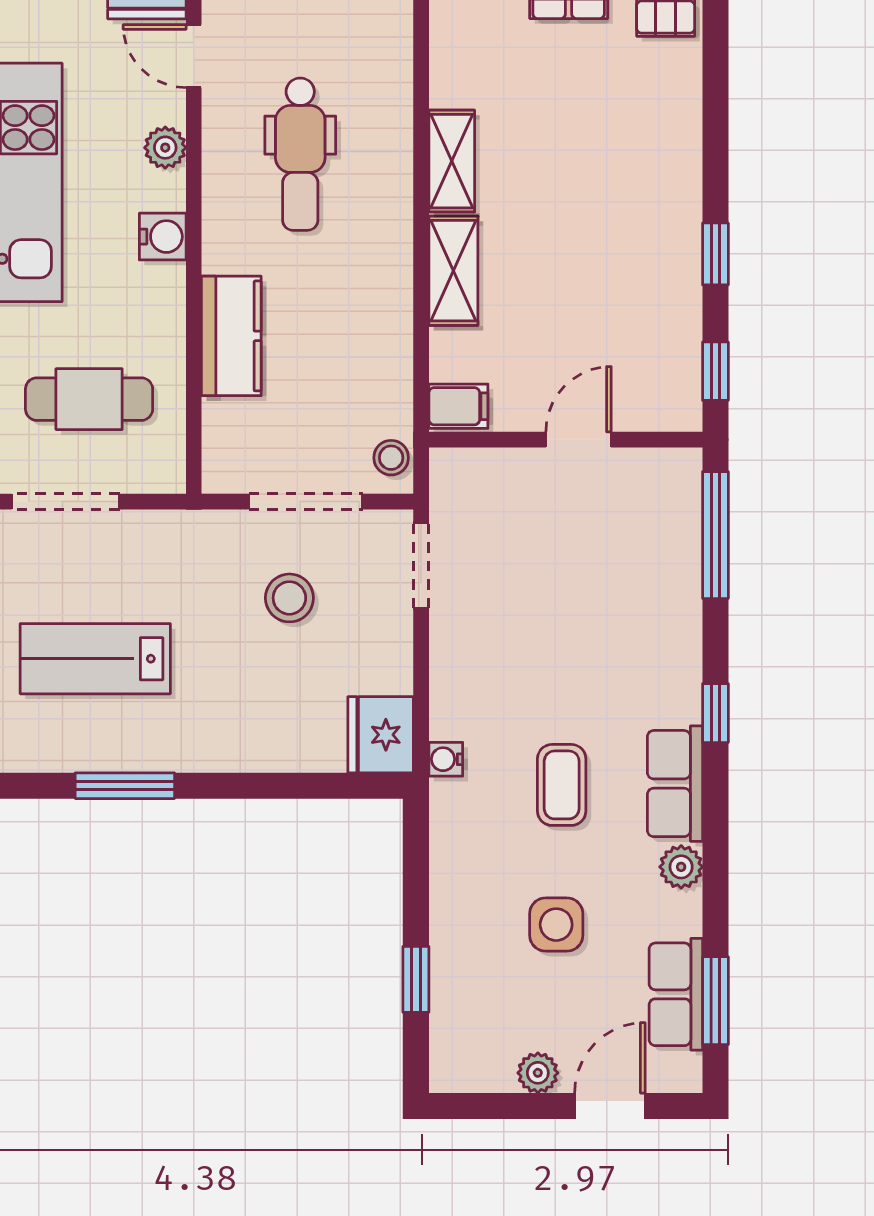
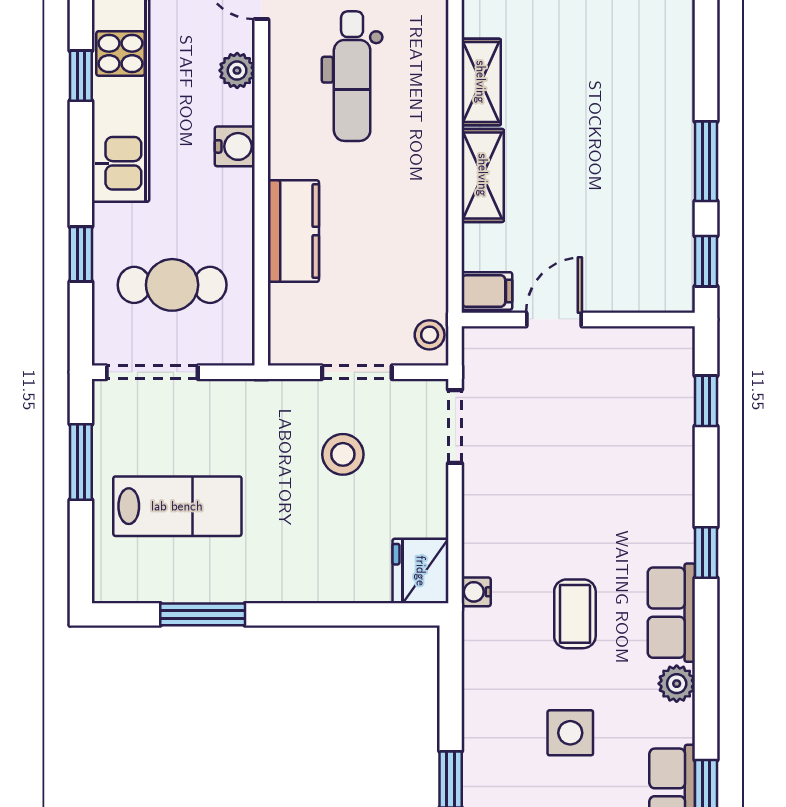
window: (715, 254) -> (706, 161), width x1.50
door: (579, 440) -> (554, 319), moved
doorway: (306, 502) -> (357, 372), width x0.73
window: (715, 535) -> (706, 401), width x0.46
lab bench: (95, 659) -> (177, 506), turned 180

